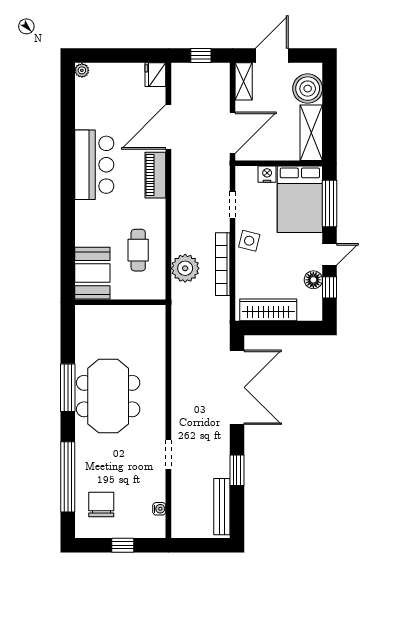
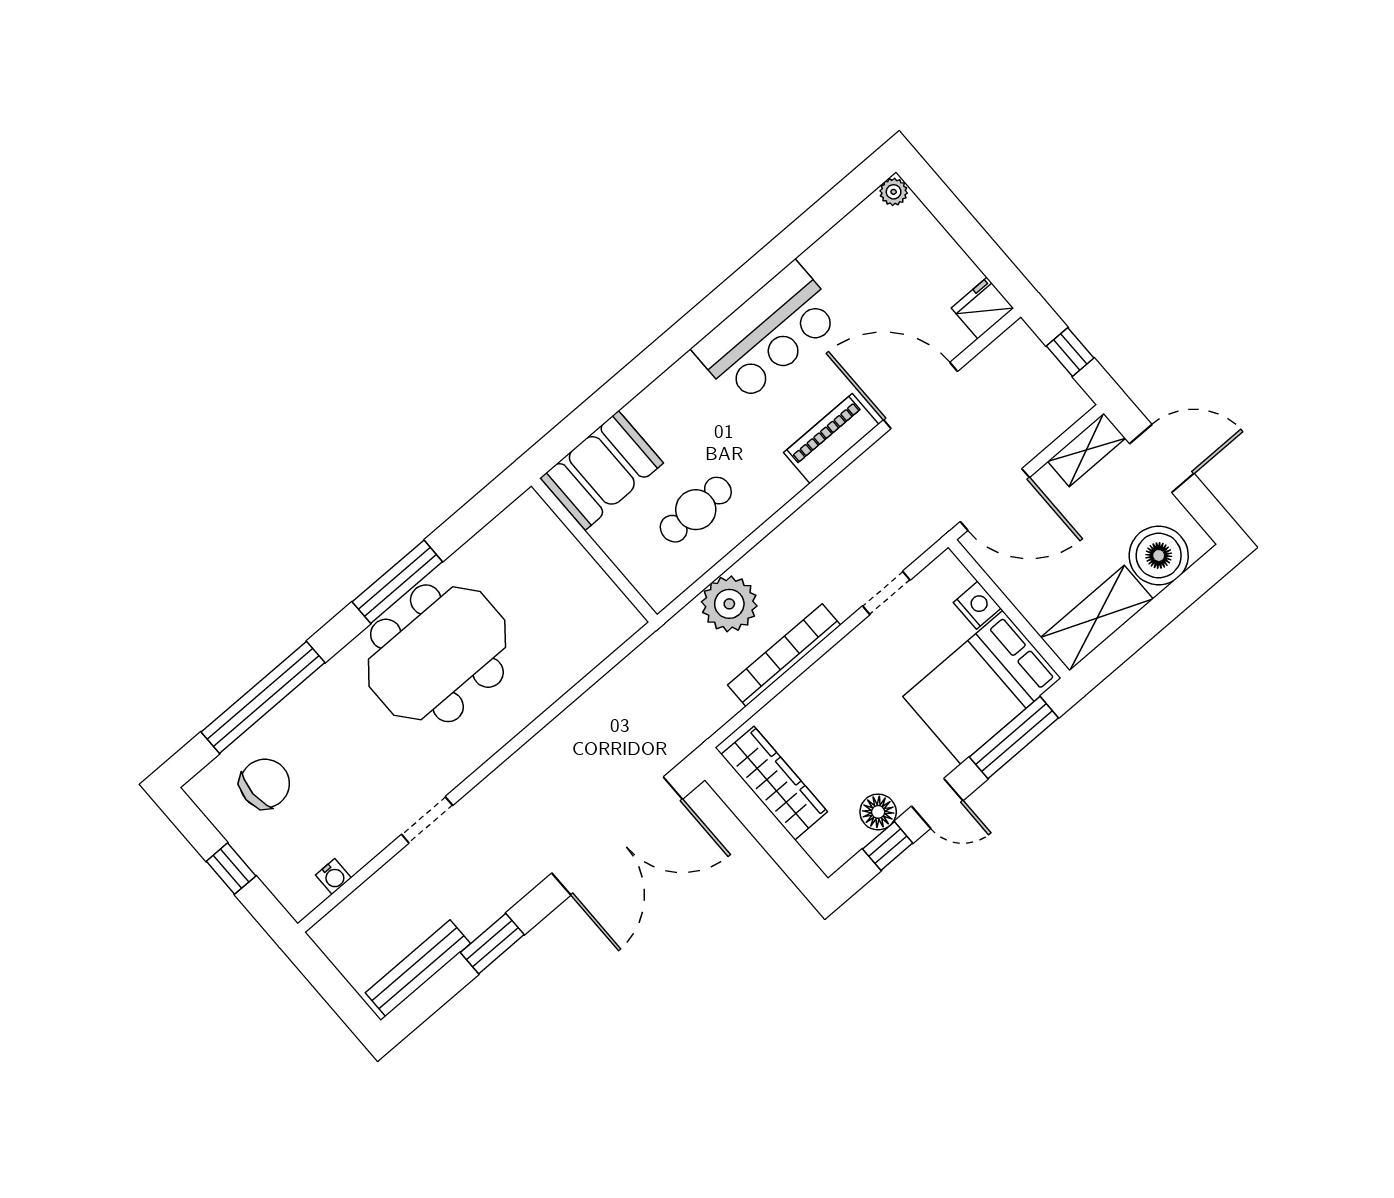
side table: (249, 241) -> (854, 665), removed

